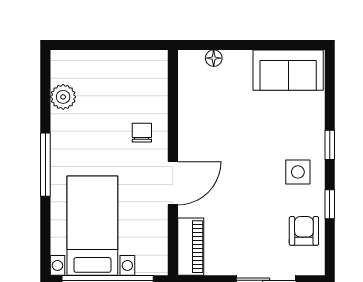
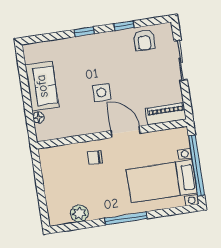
sofa: (288, 70) -> (42, 86), moved
side table: (298, 172) -> (102, 92), moved
armchair: (304, 231) -> (144, 40), turned -90

